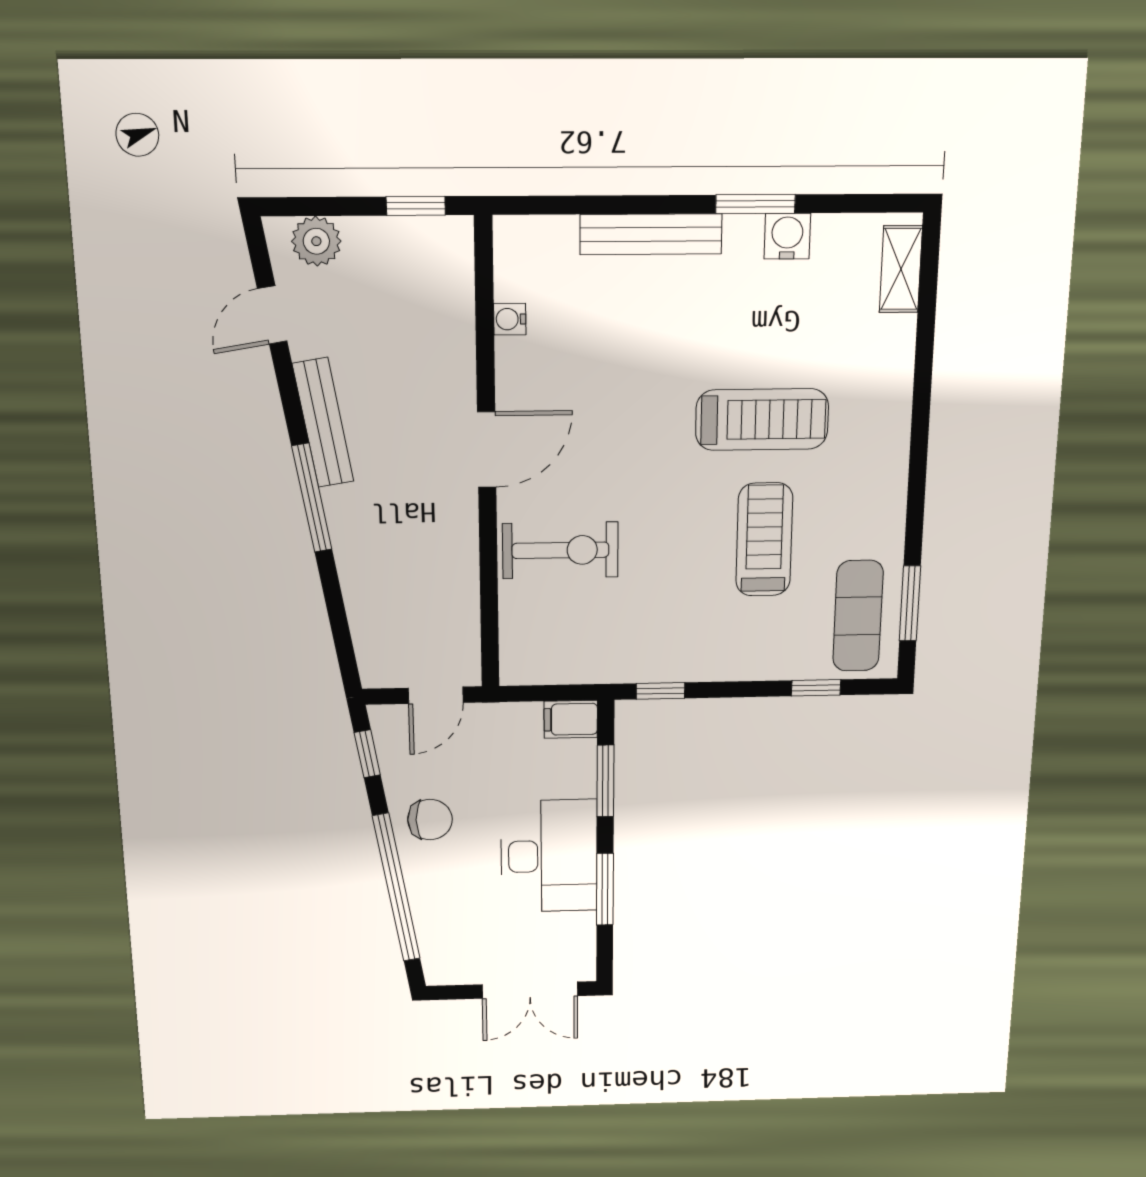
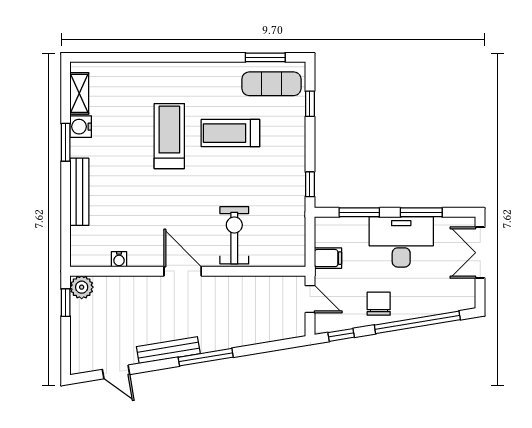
plant: (316, 241) -> (82, 287), moved
shelving: (901, 269) -> (79, 93), moved, turned 90
filing cabinet: (571, 719) -> (328, 258), moved, turned -90
double door: (530, 990) -> (480, 253), swing flipped

